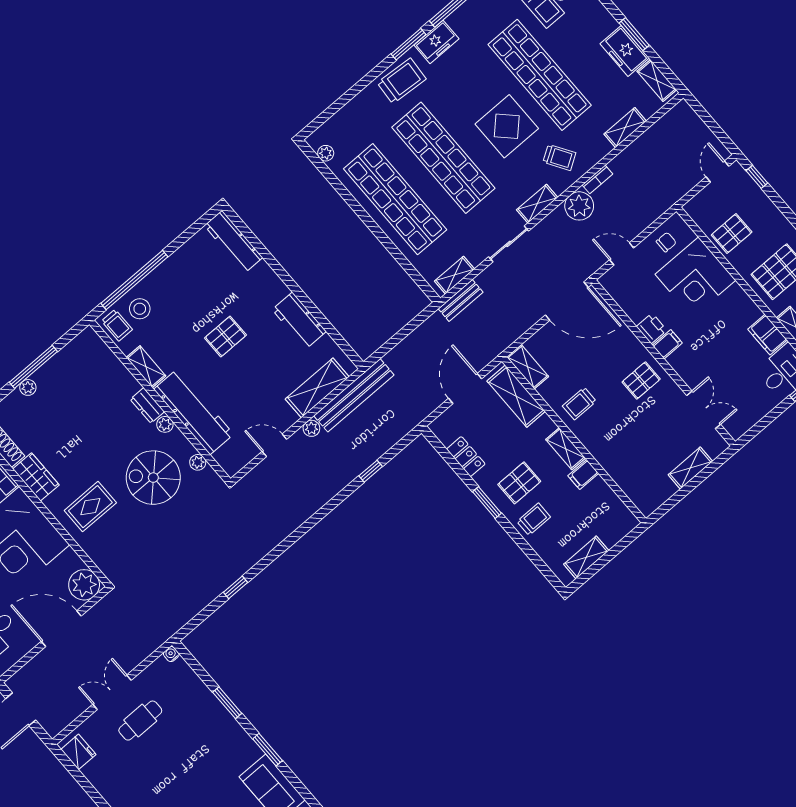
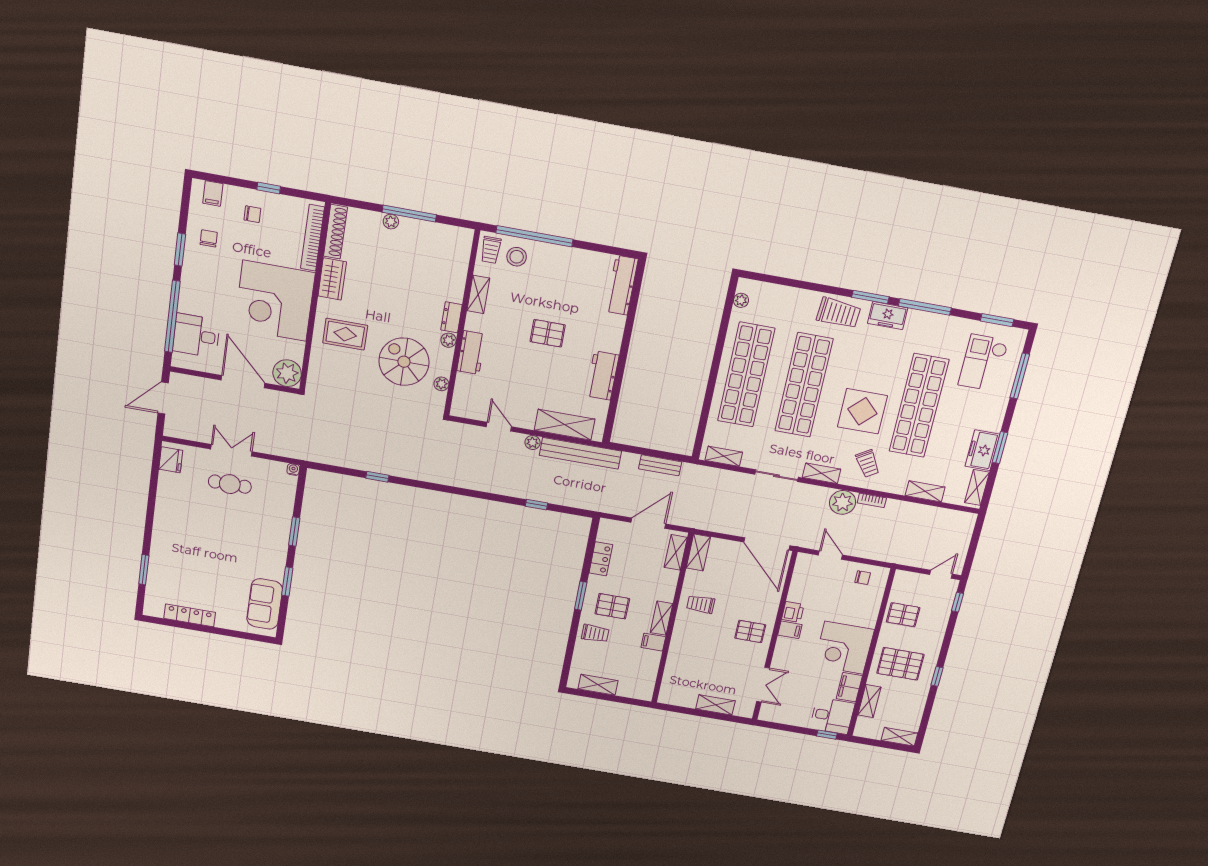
corner desk: (695, 277) -> (844, 648), moved
bench: (461, 300) -> (660, 465), moved
shelving: (516, 396) -> (676, 552), width x0.67, depth x0.75
workbench: (194, 412) -> (471, 352), width x0.53, depth x0.76

